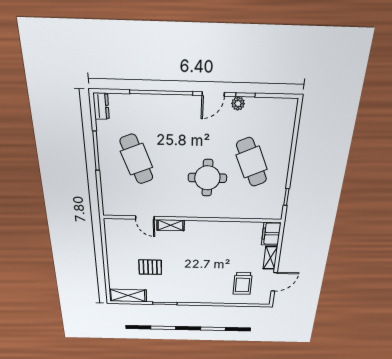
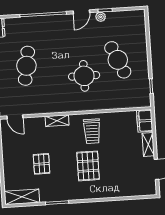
cafe table: (137, 159) -> (26, 66), turned 30
door: (145, 218) -> (15, 117), moved
pallet: (150, 267) -> (42, 164), turned 90
pallet: (201, 273) -> (88, 166), added
trolley: (243, 283) -> (92, 131), moved

